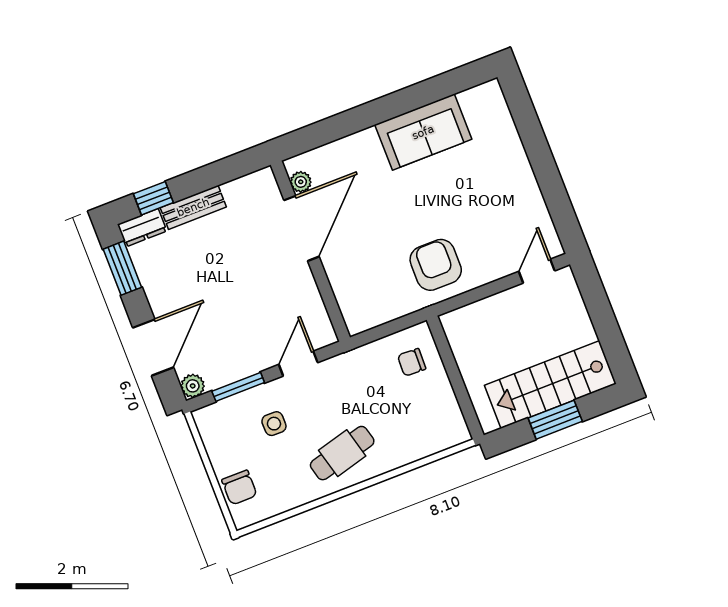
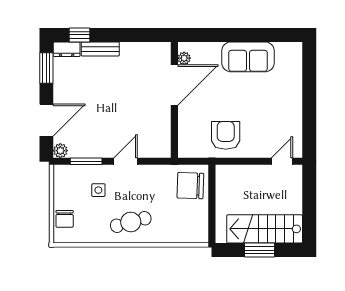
plant: (301, 182) -> (184, 58), moved
door: (302, 228) -> (174, 85), moved
wall: (310, 251) -> (174, 100), moved
chair: (412, 362) -> (190, 186), width x1.87, depth x1.87

